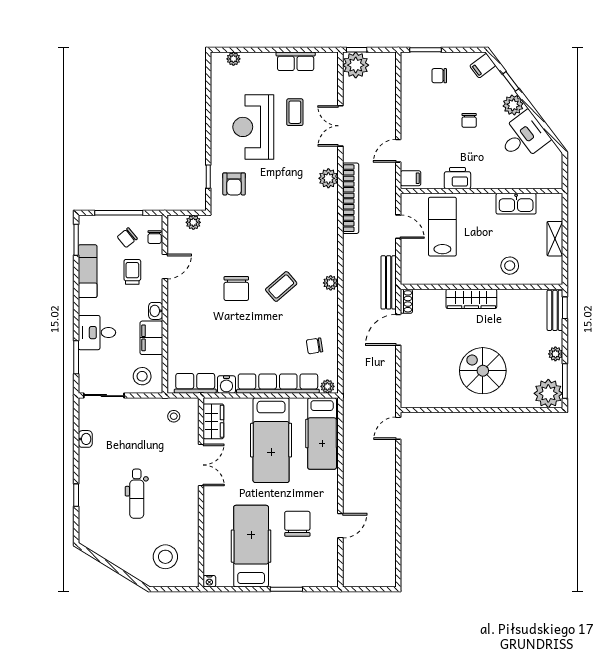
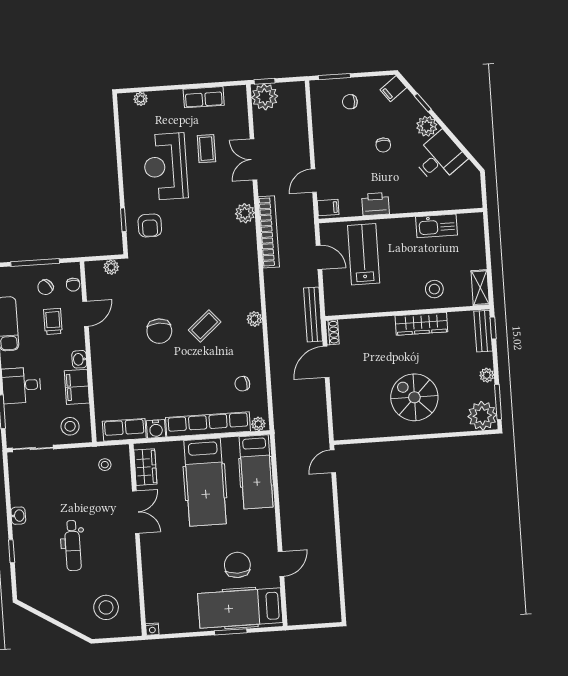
shelving: (555, 239) -> (480, 288), moved
wardrobe: (471, 299) -> (421, 324), moved
washbasin: (85, 439) -> (18, 516), moved
hospital bed: (251, 546) -> (240, 608), moved, turned -90

